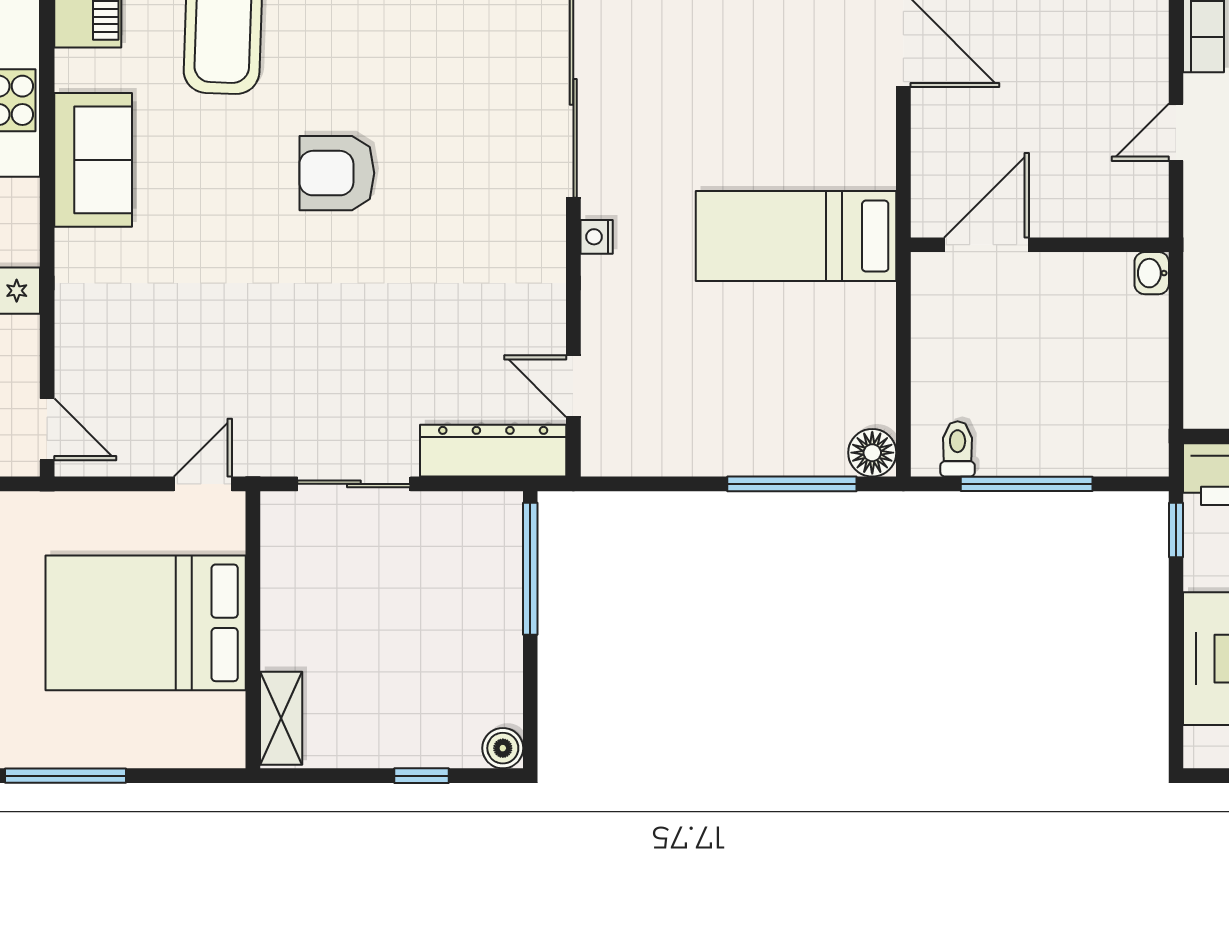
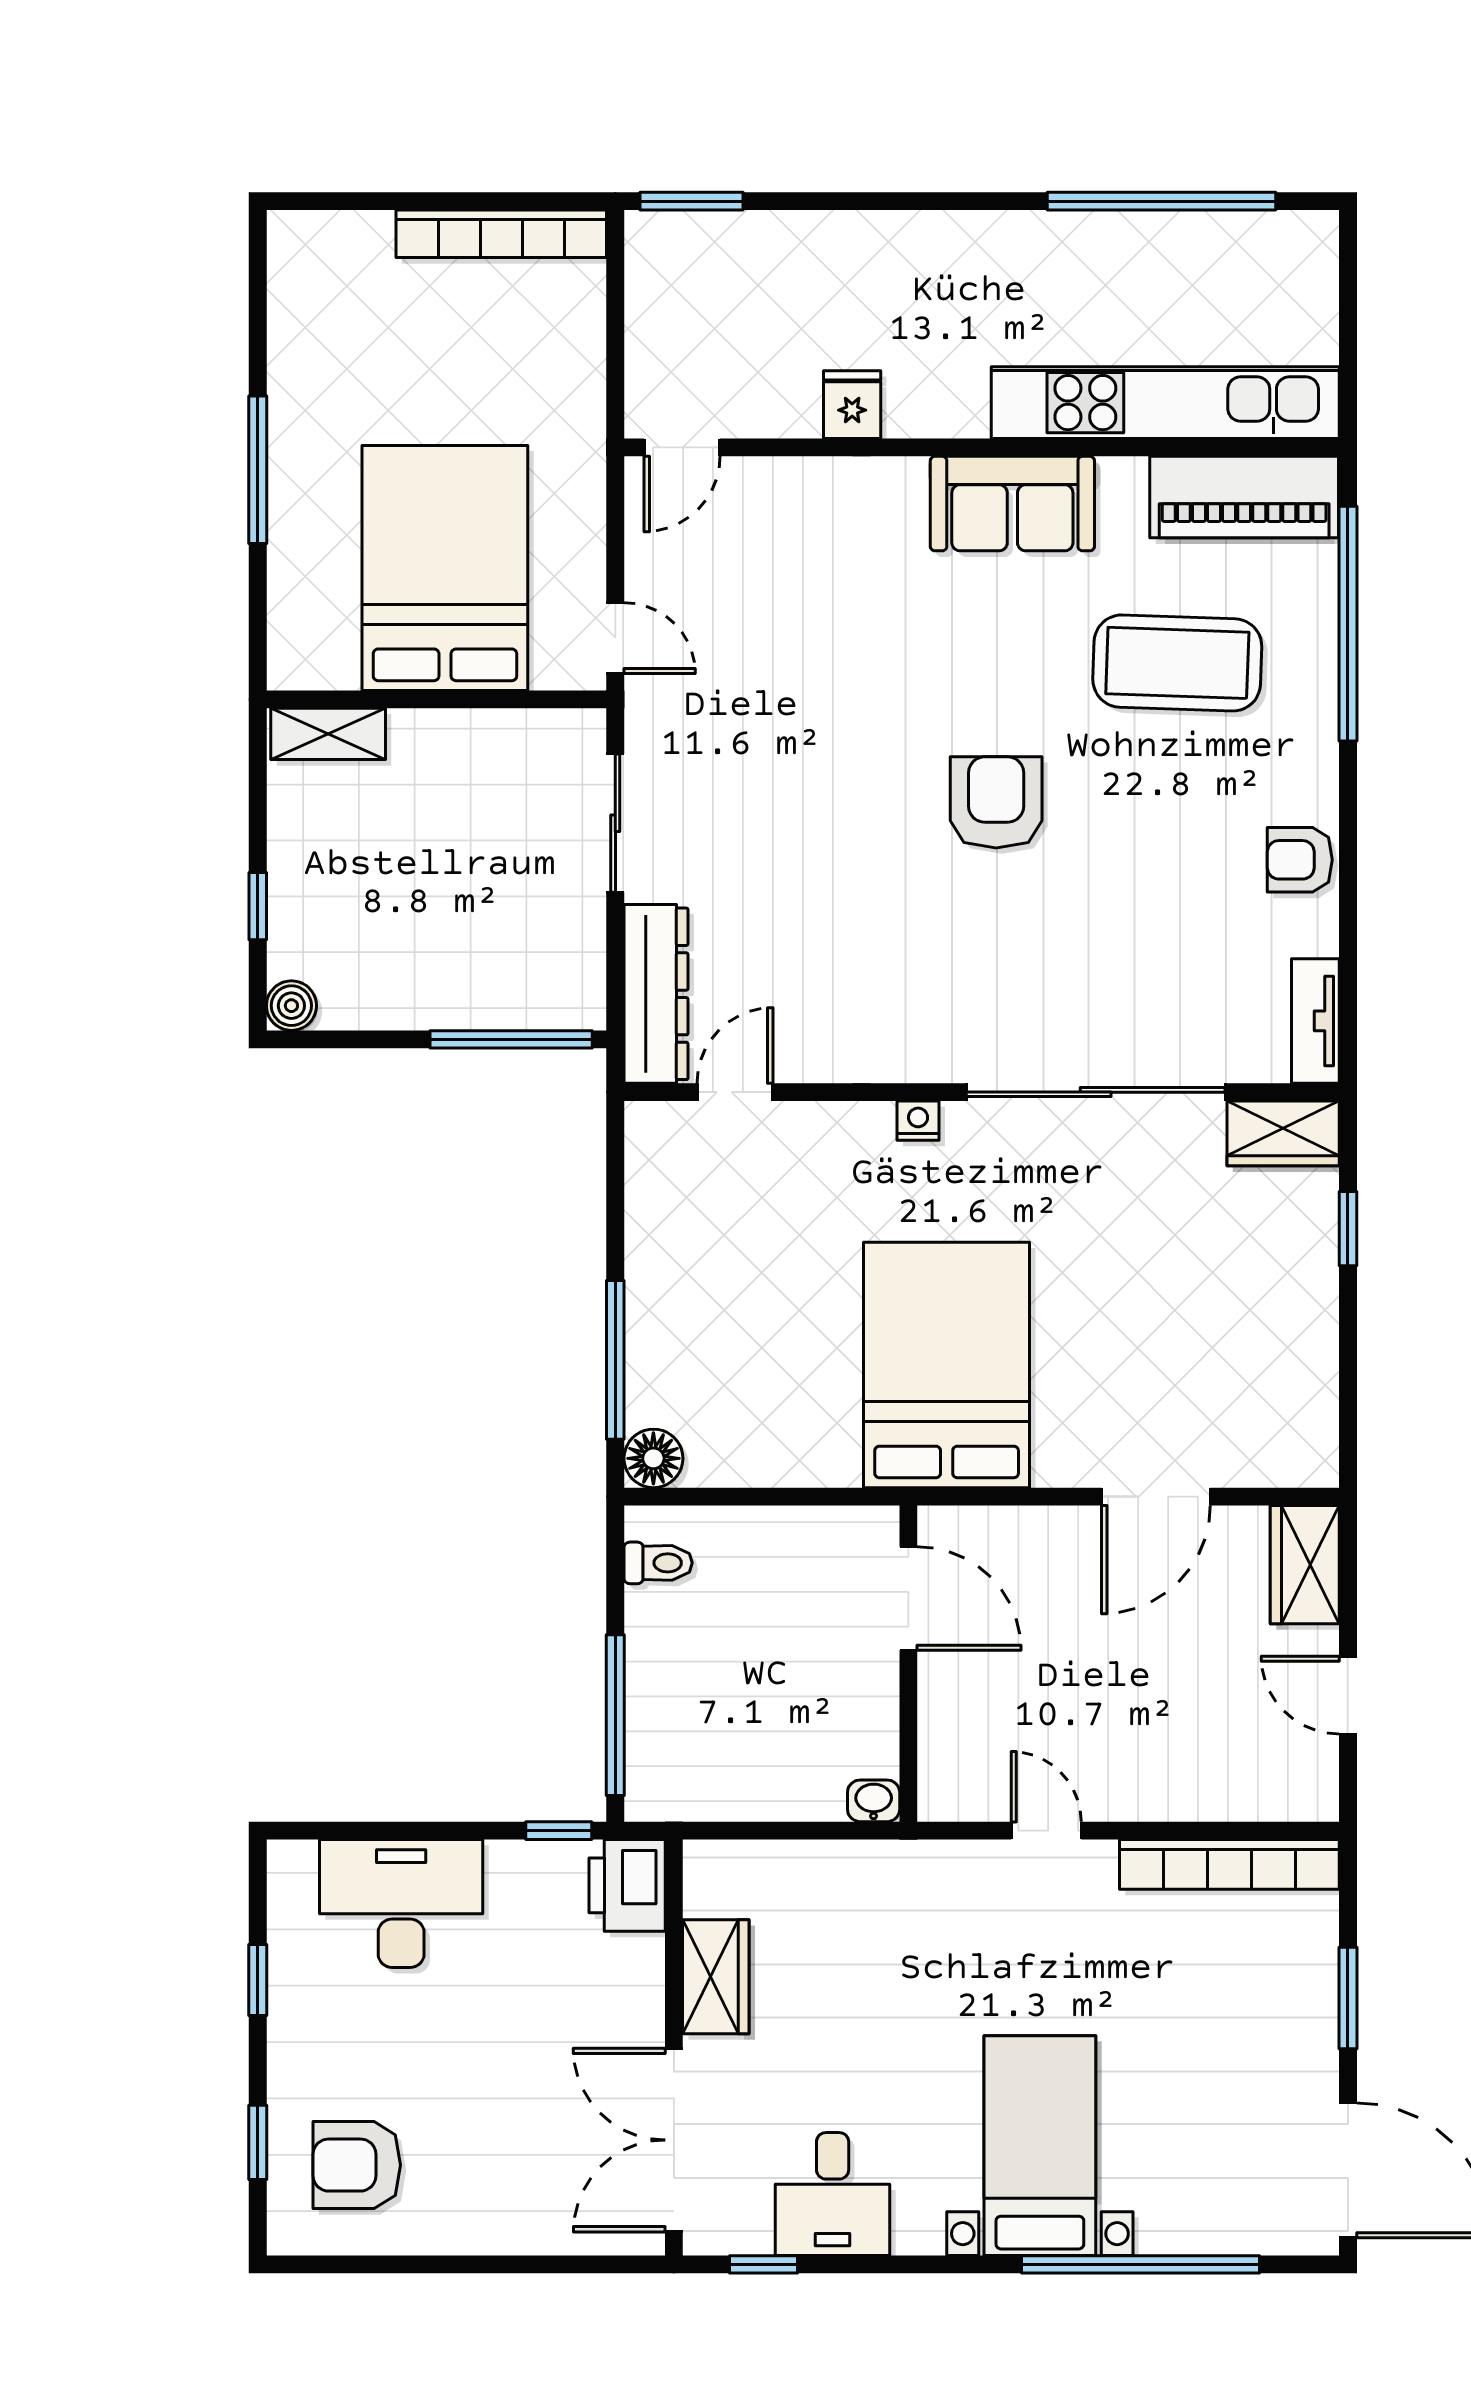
bed: (796, 236) -> (947, 1365), width x1.50
window: (1027, 484) -> (615, 1715), moved

